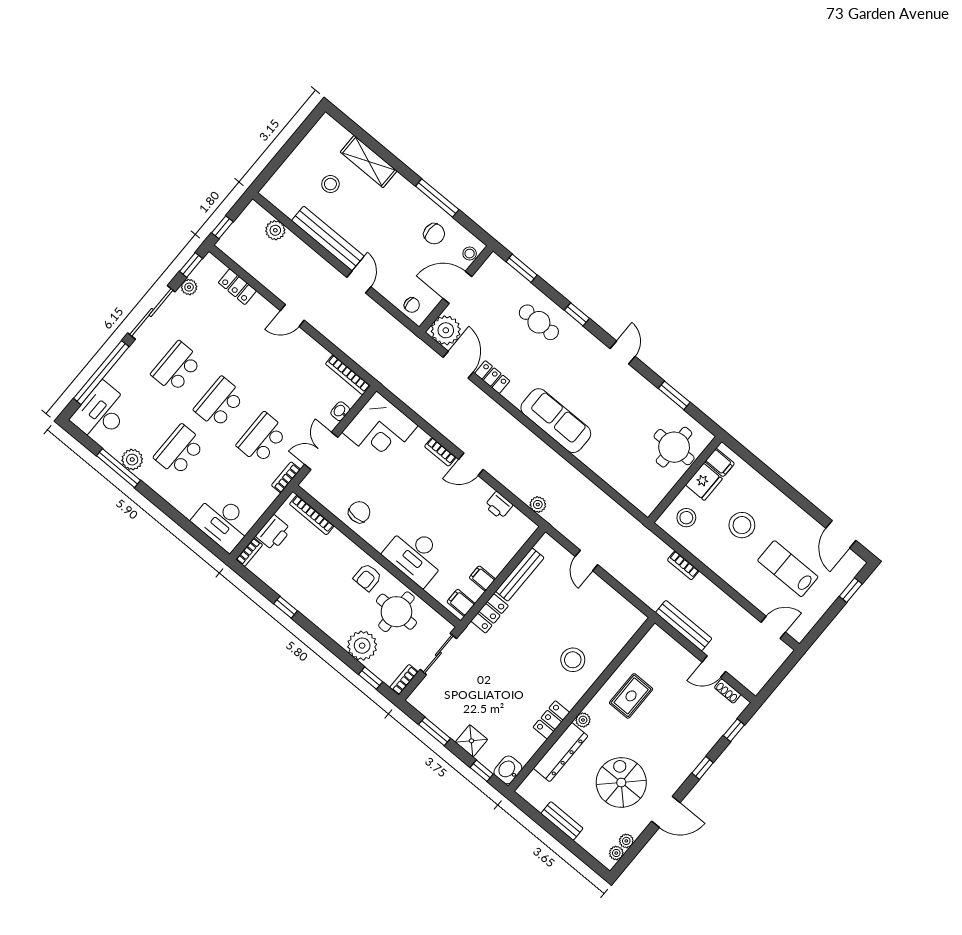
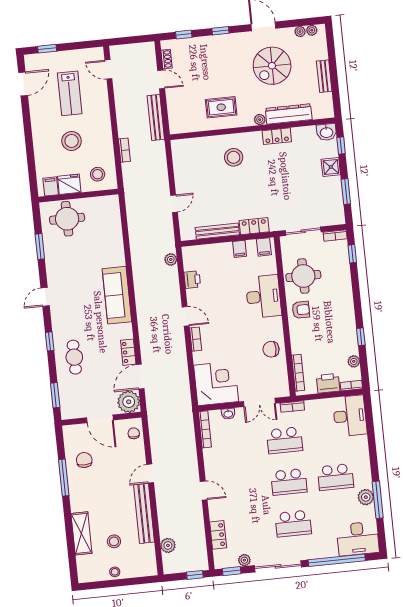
stool: (470, 254) -> (115, 572), moved
plant: (362, 646) -> (354, 361), moved, width x0.53, depth x0.53

